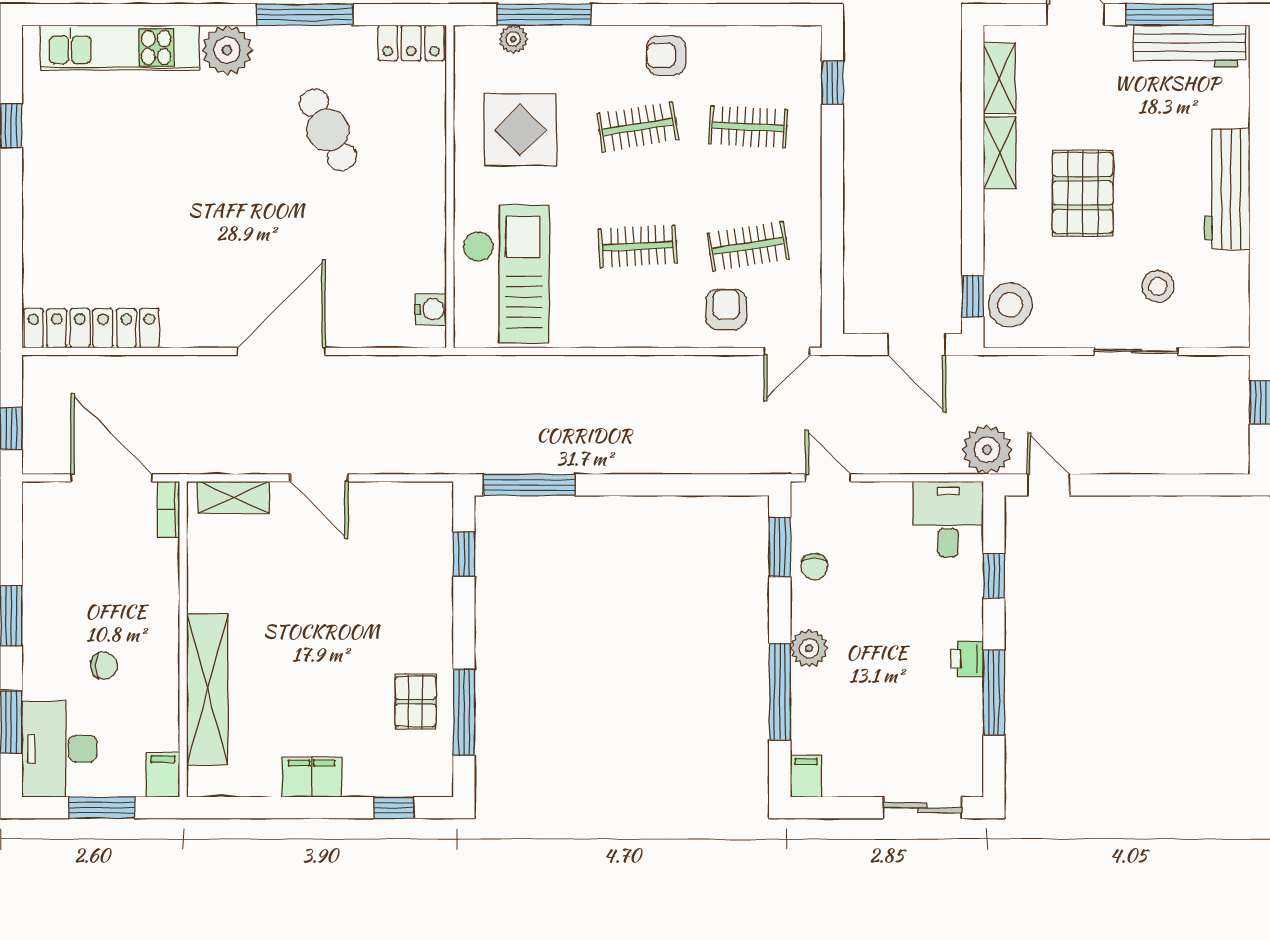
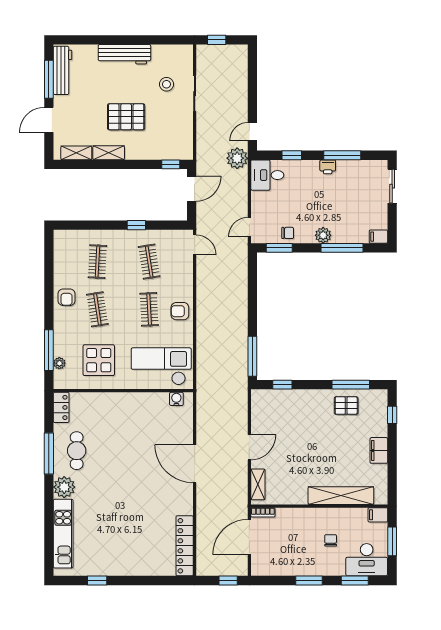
window: (832, 83) -> (136, 225), moved
cafe table: (328, 130) -> (77, 451), moved, turned -63
stool: (1010, 305) -> (174, 148), removed
armchair: (726, 310) -> (180, 311), moved

